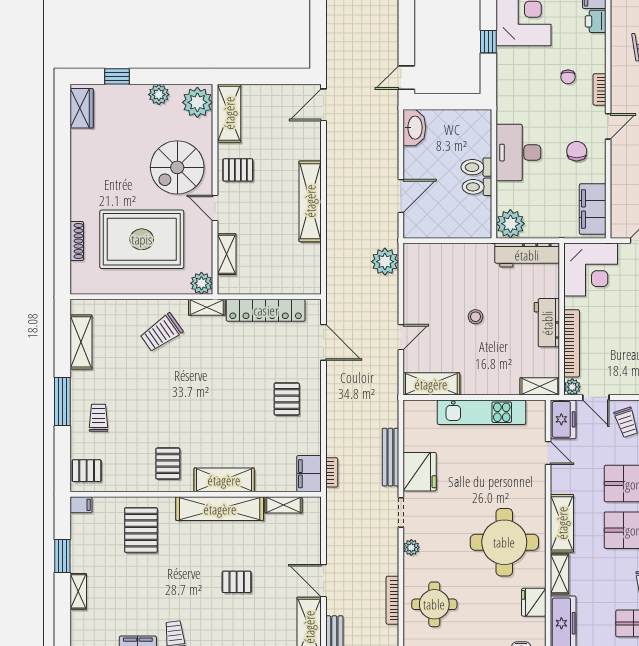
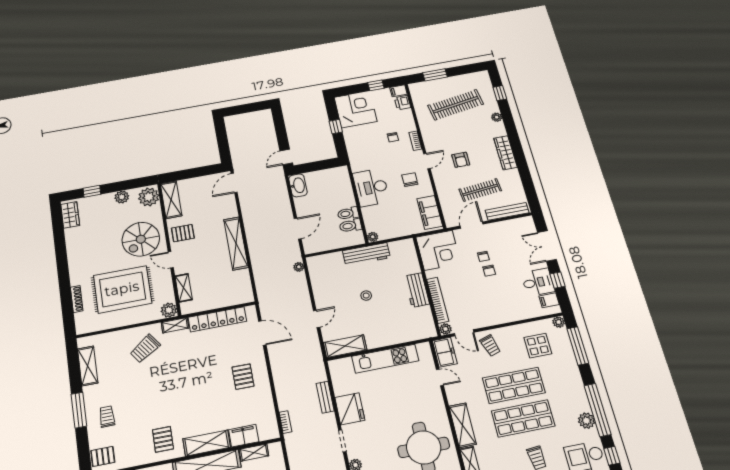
toilet: (476, 167) -> (350, 226), moved
plant: (510, 224) -> (373, 237), width x0.53, depth x0.53
workbench: (527, 255) -> (366, 254), moved
plant: (385, 262) -> (299, 267), width x0.53, depth x0.53
shelving: (540, 386) -> (422, 333), removed
bench: (390, 457) -> (325, 397), width x0.73
filing cabinet: (309, 474) -> (244, 436), moved, turned 90

